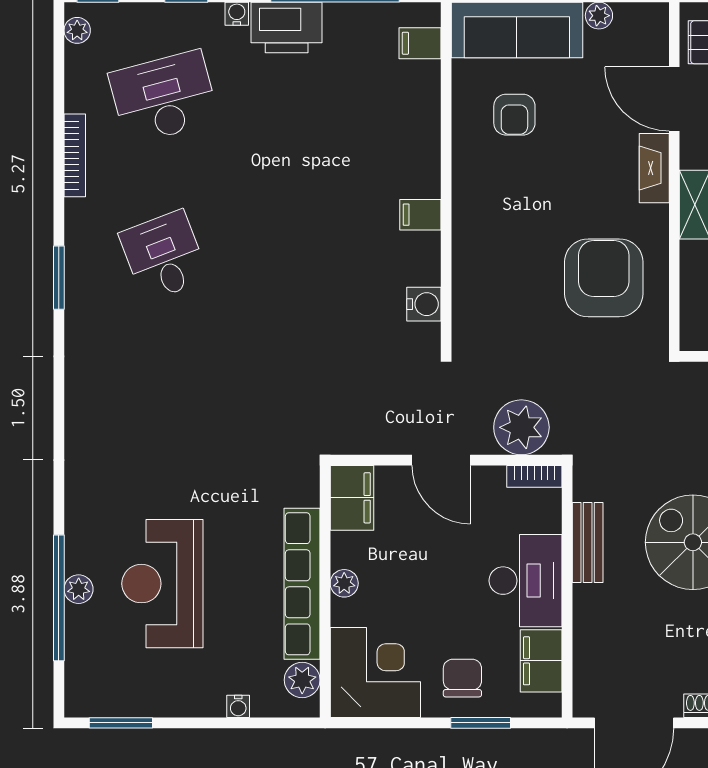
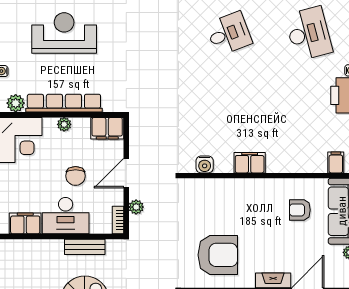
filing cabinet: (420, 215) -> (250, 163), width x2.00
plant: (521, 427) -> (136, 207), width x0.53, depth x0.53
chair: (462, 678) -> (76, 176), moved, turned 90

